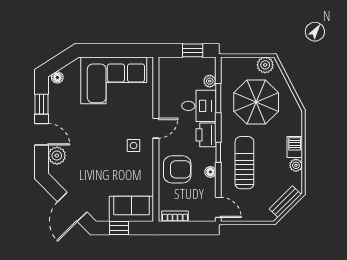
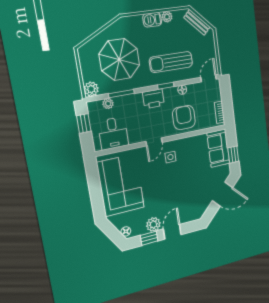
plant: (265, 65) -> (91, 89), moved
desk: (199, 106) -> (113, 133), moved, turned 180
door: (156, 128) -> (154, 142), swing flipped
plant: (57, 156) -> (153, 224), moved

